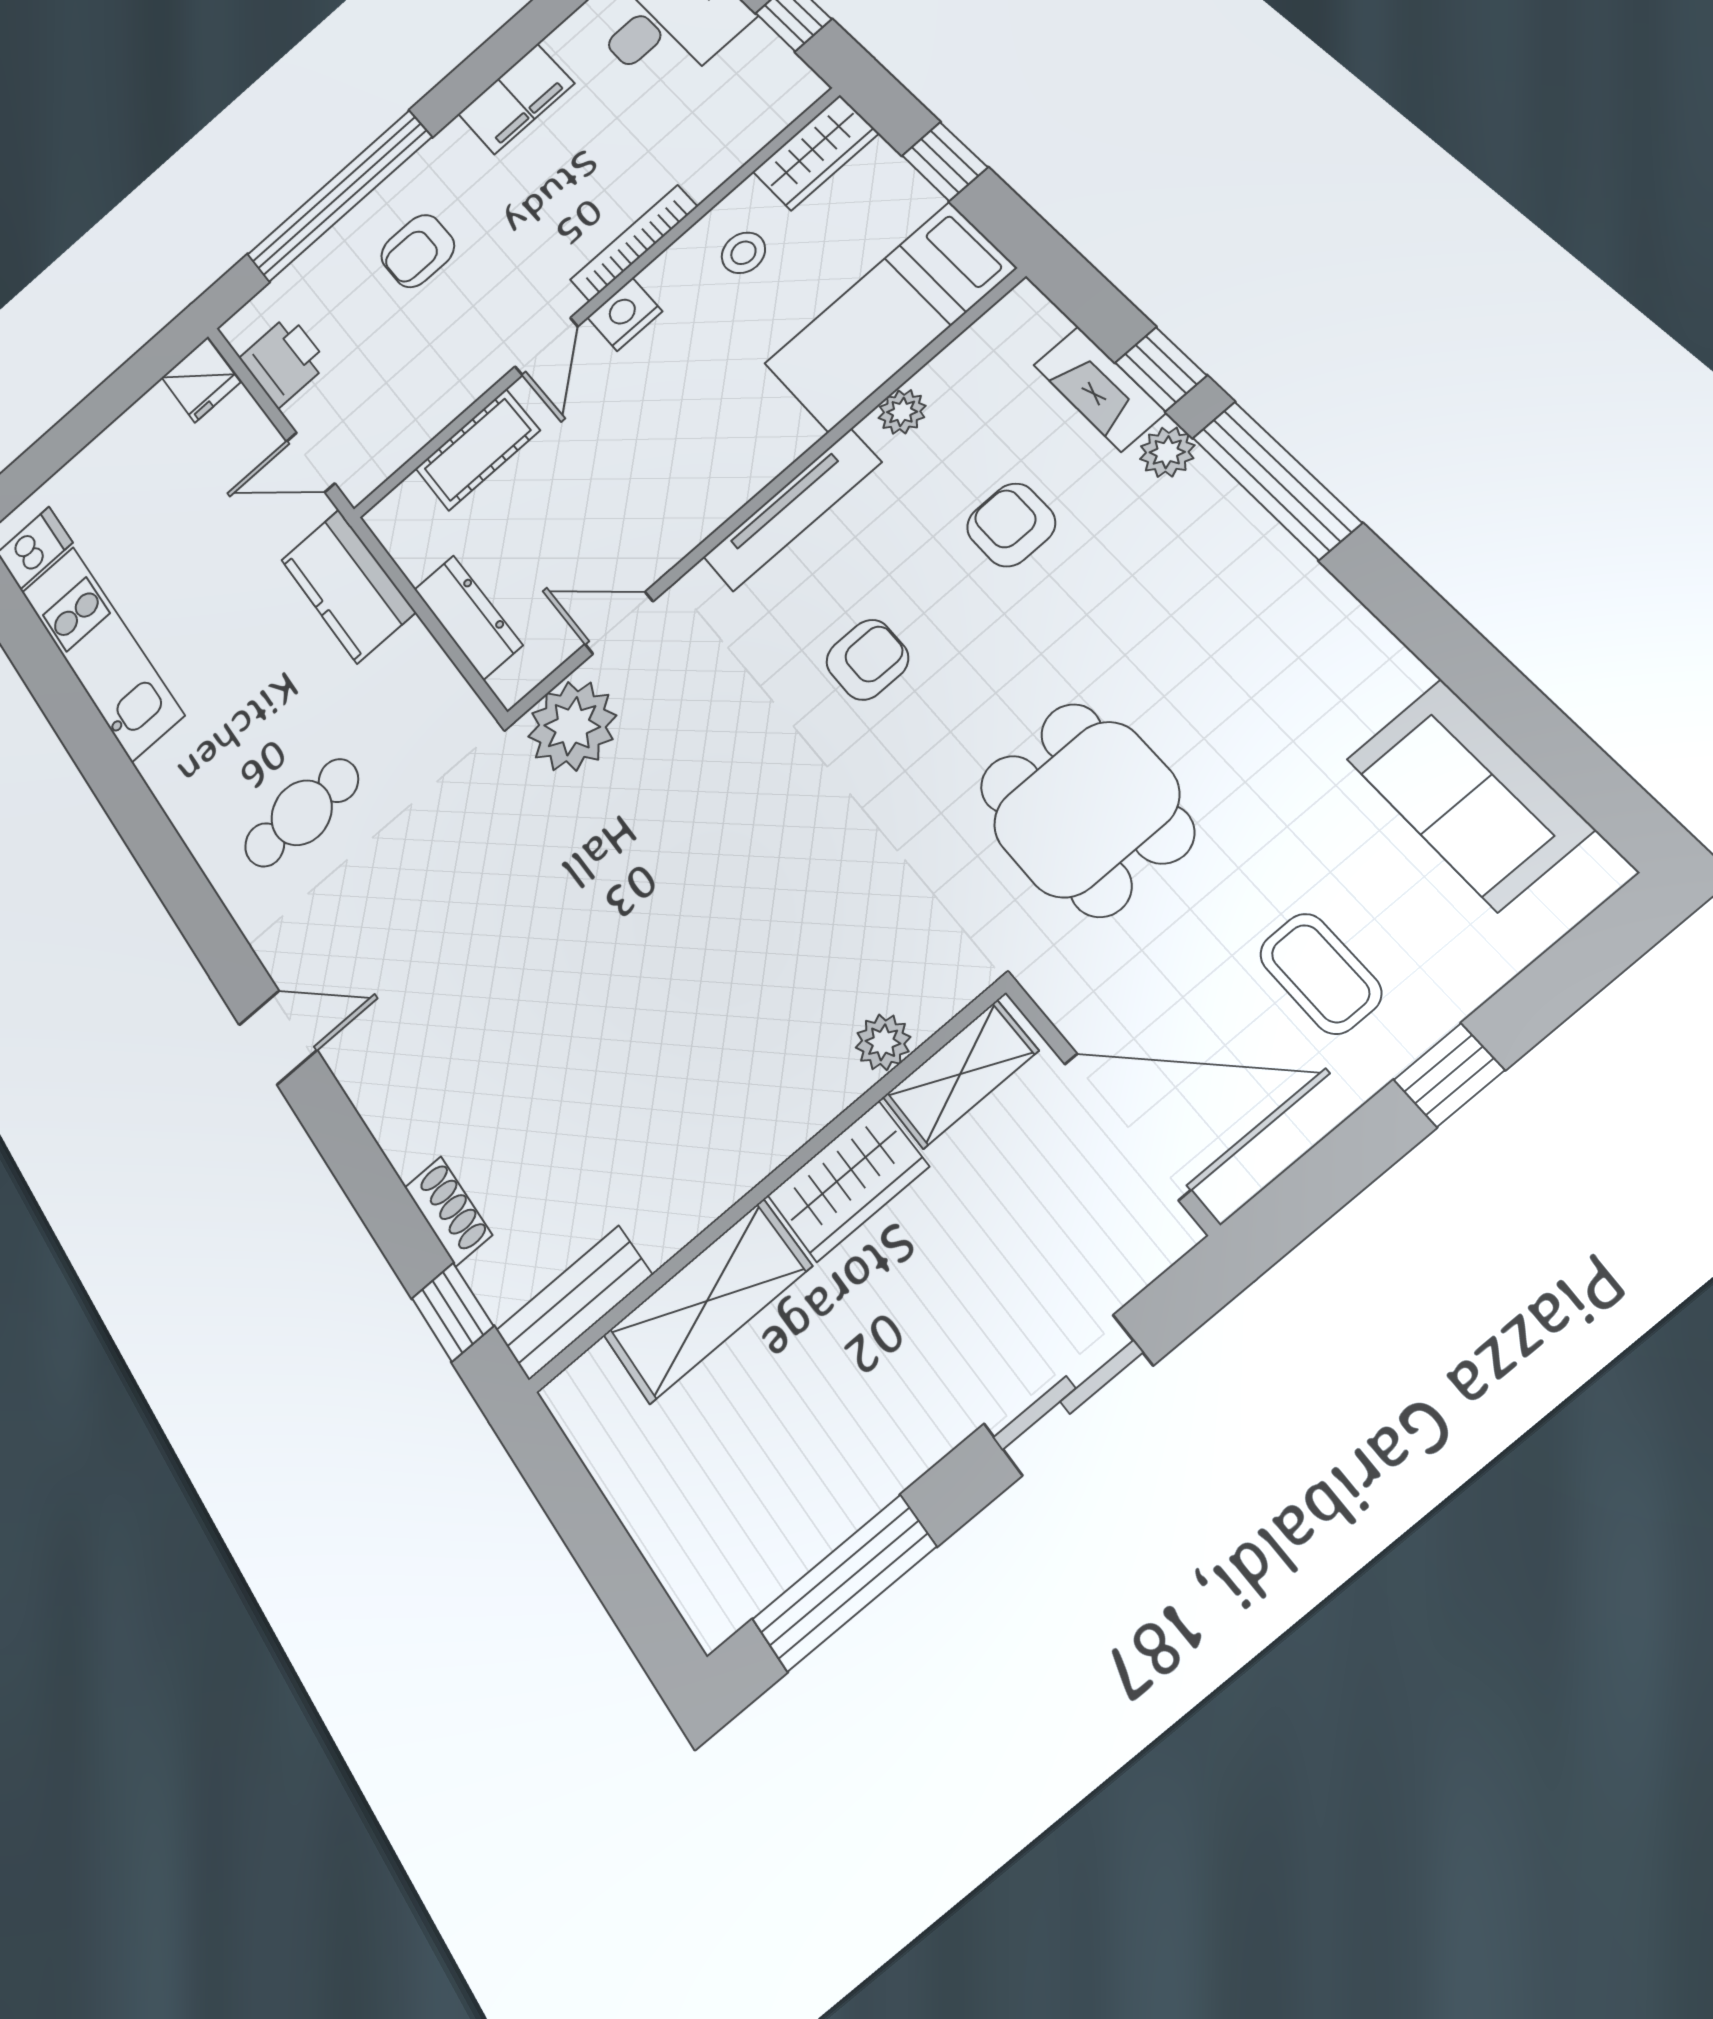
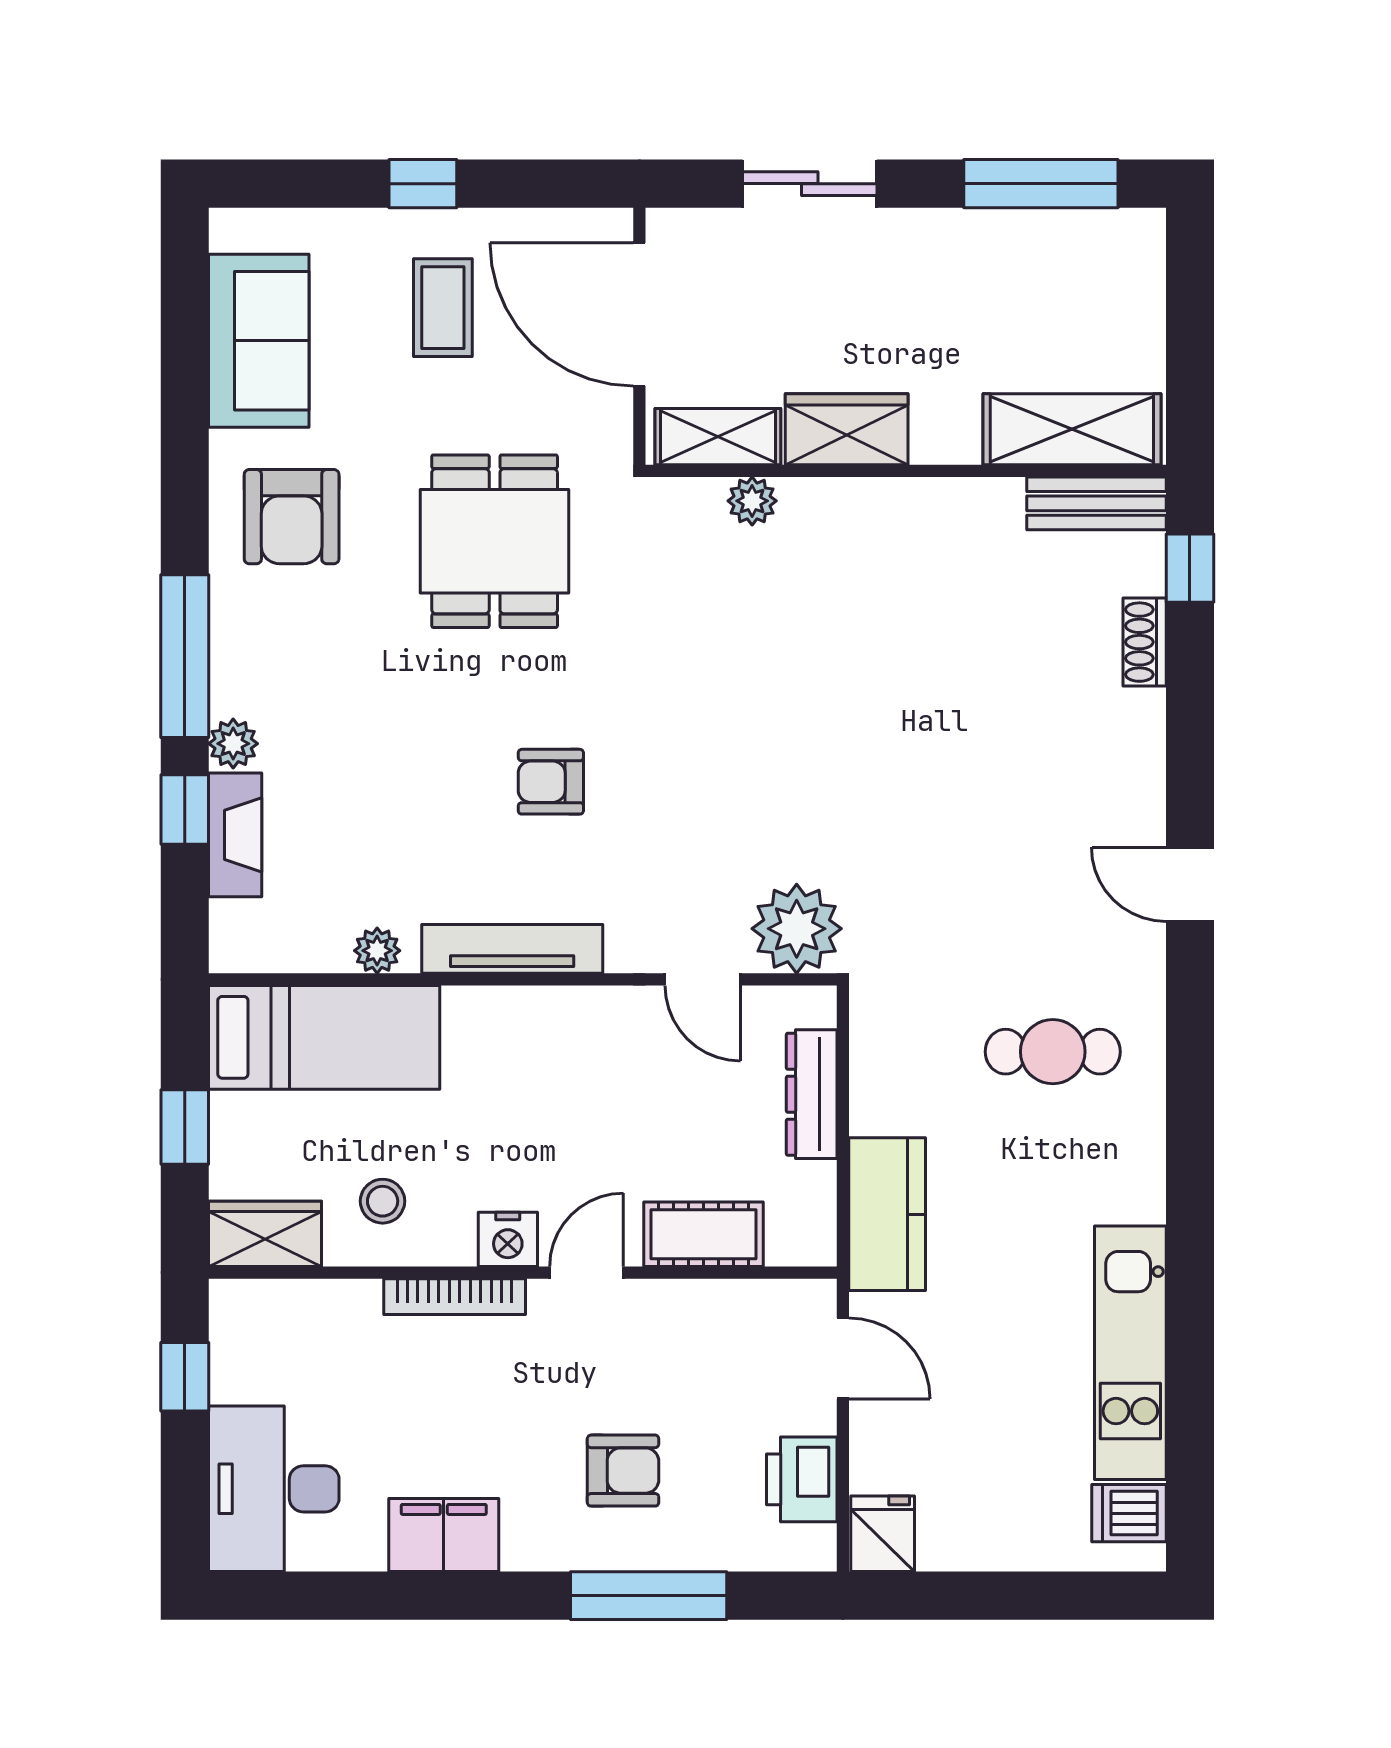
window: (339, 196) -> (649, 1596), width x0.68
armchair: (1011, 525) -> (292, 517), moved, width x1.38, depth x1.38
shelving: (707, 1301) -> (1072, 429), moved

